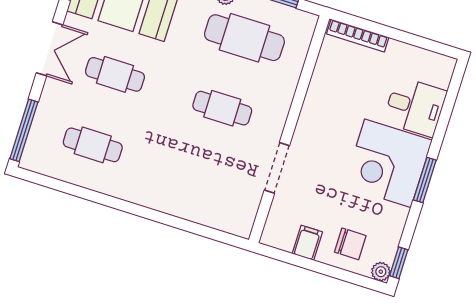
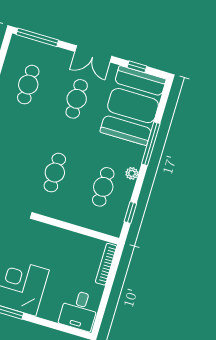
cafe table: (244, 38) -> (103, 187), width x0.73, depth x0.74
desk: (415, 107) -> (79, 310), moved

